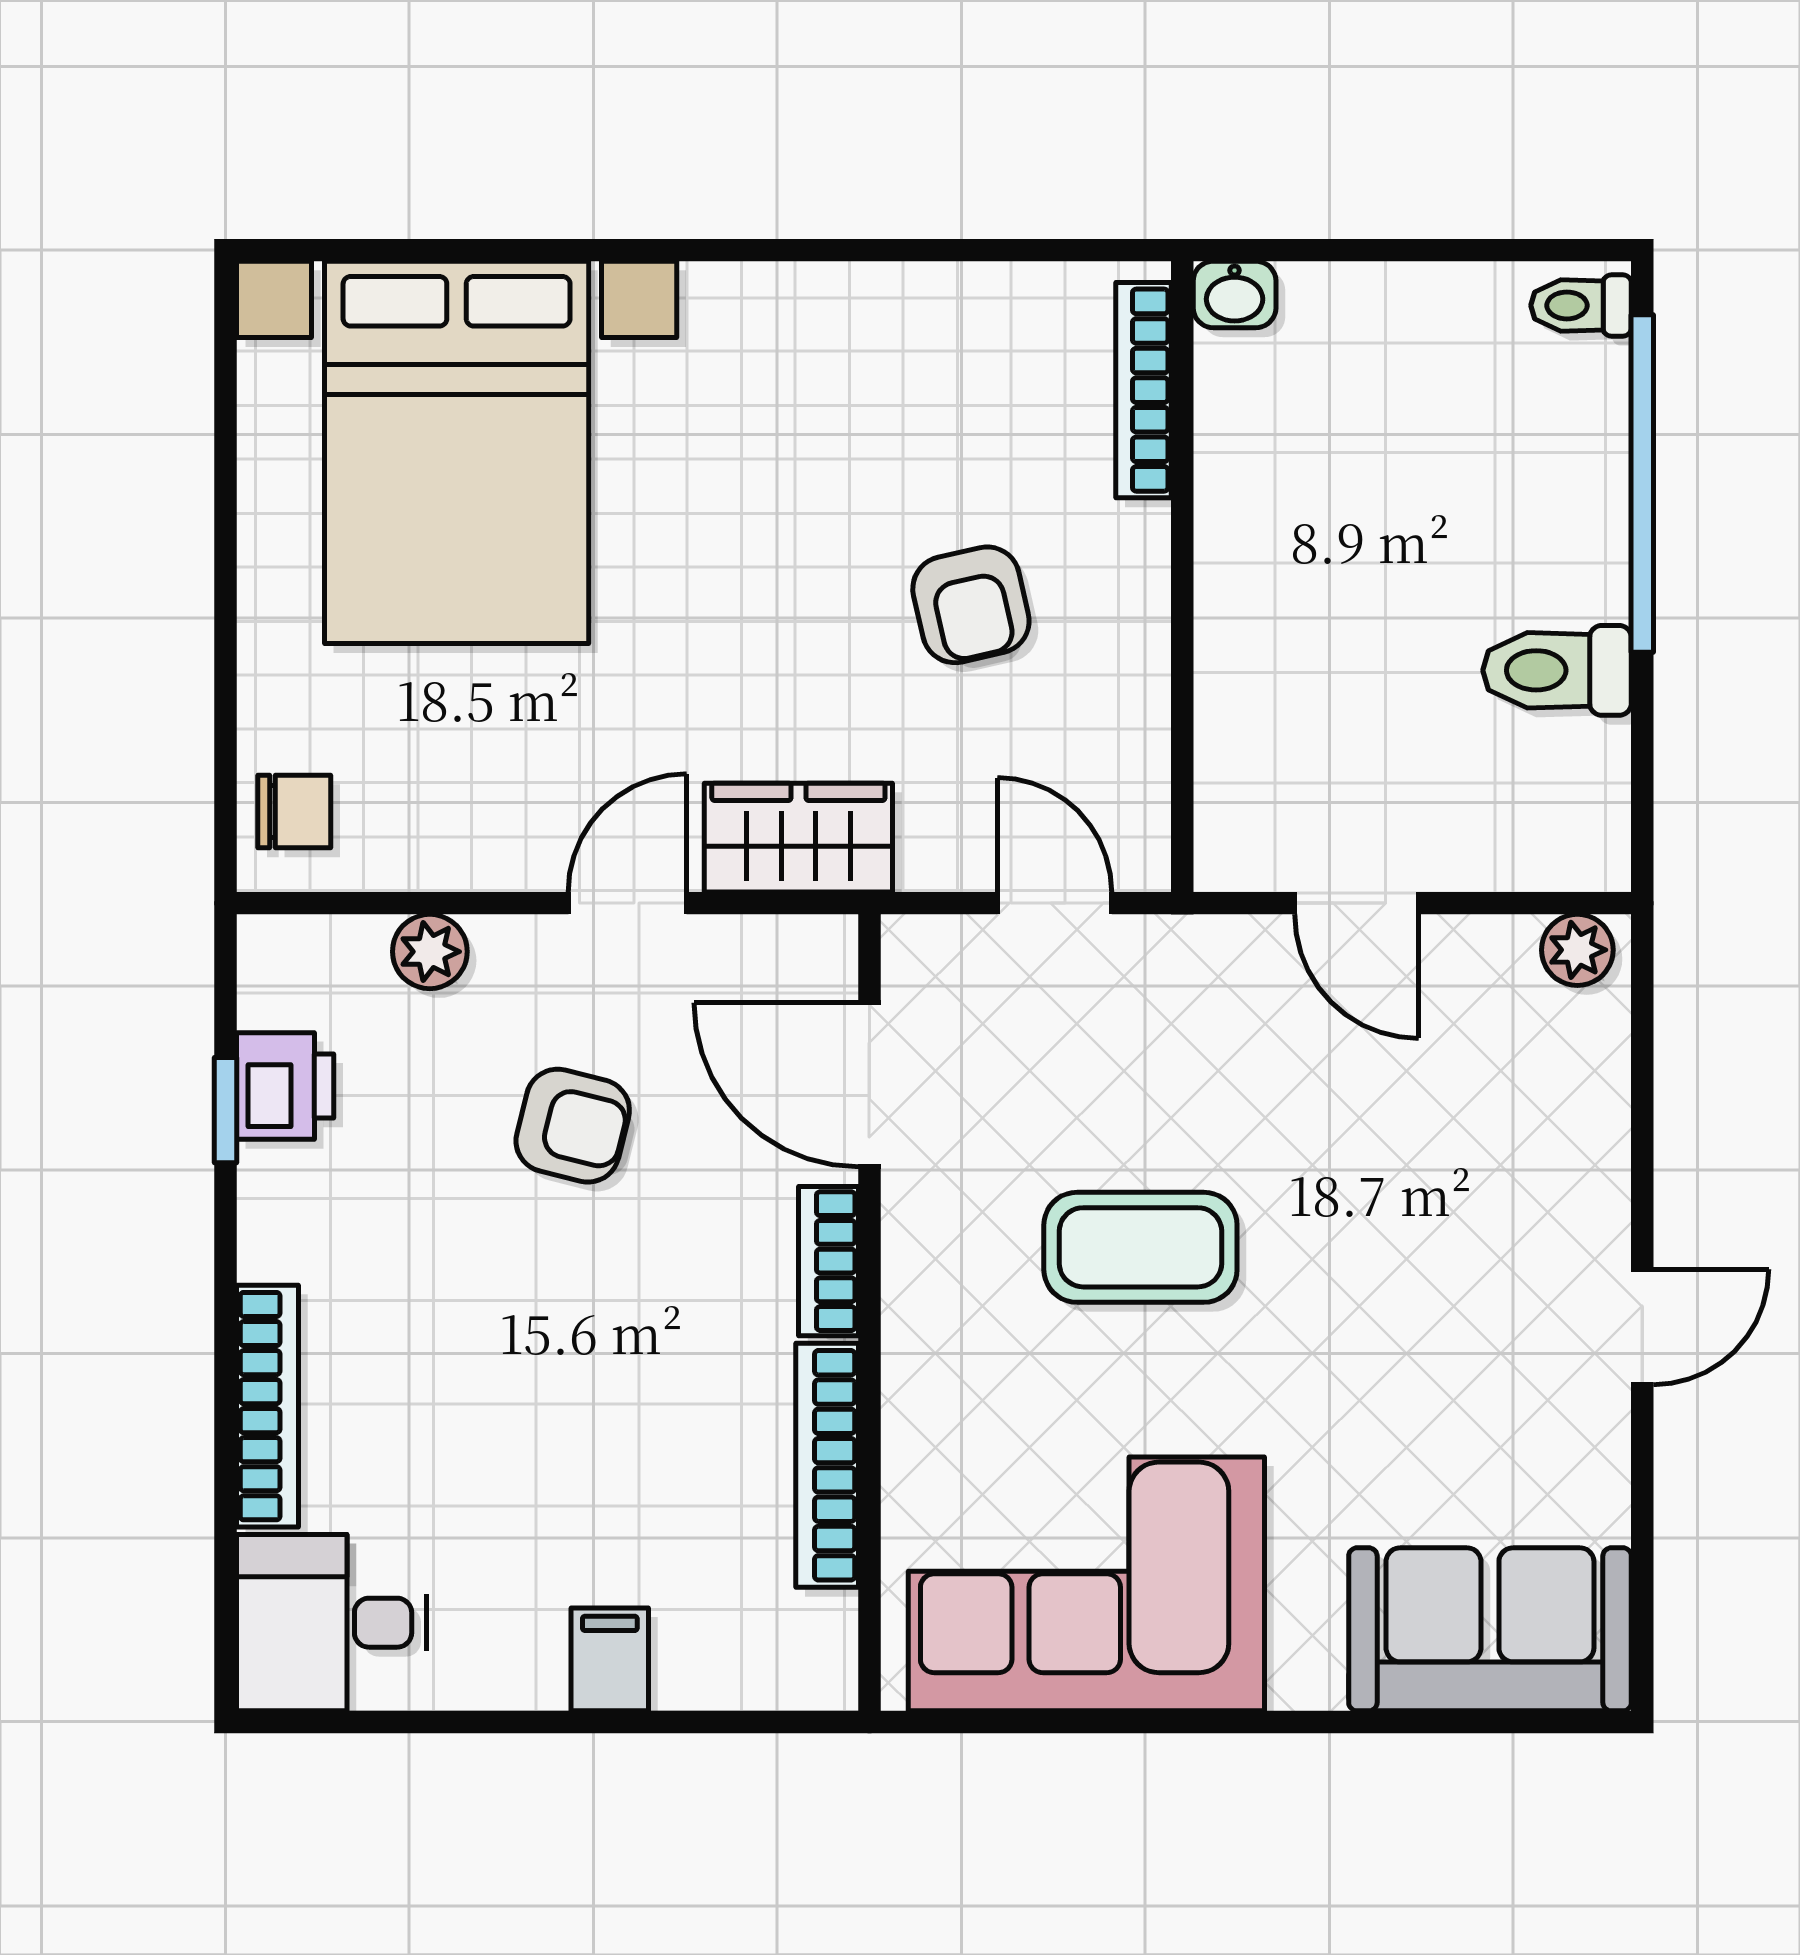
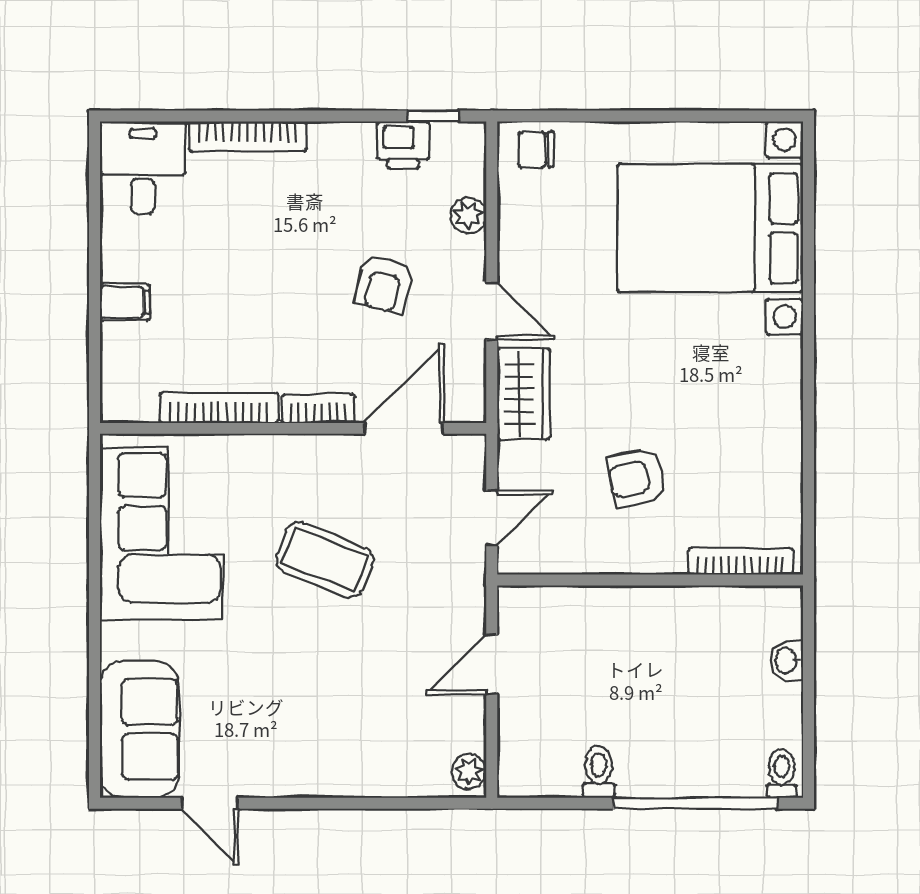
washbasin: (1235, 294) -> (787, 660), moved
toilet: (1557, 670) -> (599, 772), width x0.73, depth x0.72
chair: (294, 812) -> (536, 149), turned 90
window: (225, 1110) -> (433, 116), moved
coffee table: (1140, 1247) -> (325, 560), turned -68
door: (1642, 1327) -> (210, 803), moved

